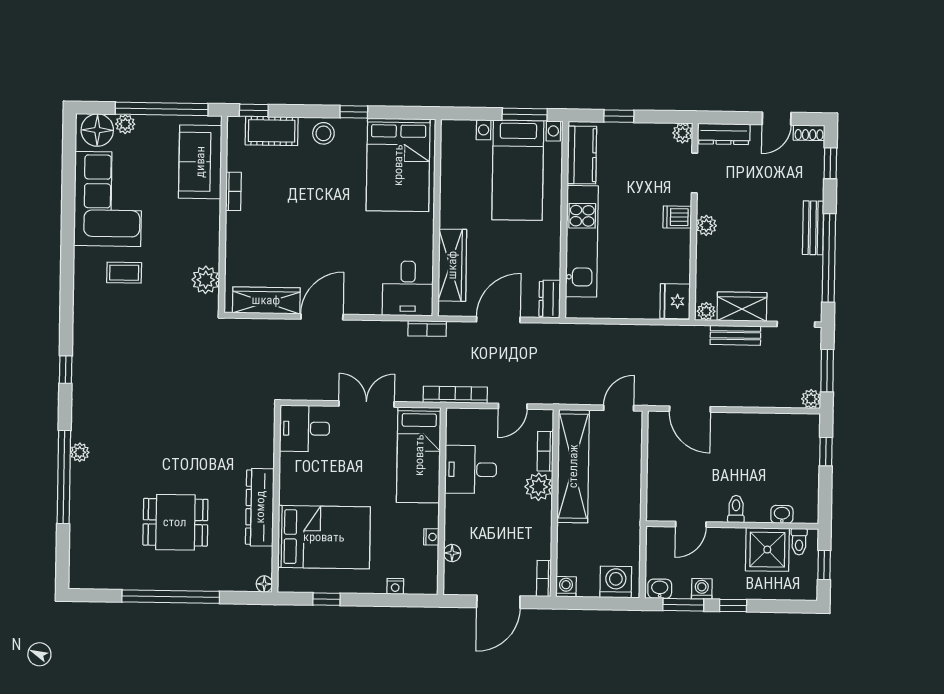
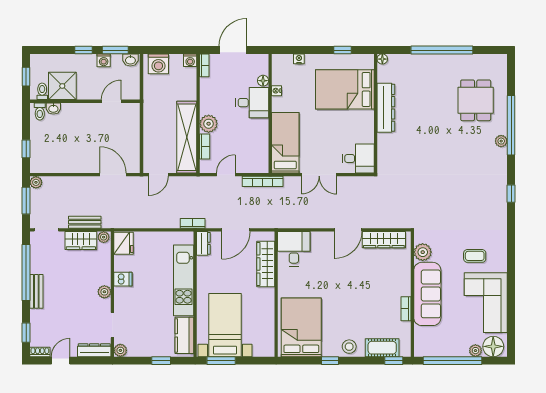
sofa: (200, 162) -> (427, 294), moved, width x1.36
dishwasher: (677, 217) -> (123, 279), moved
bookcase: (427, 329) -> (193, 223), moved
desk: (471, 470) -> (252, 103), moved
toilet: (736, 509) -> (40, 111), moved
dining table: (175, 522) -> (476, 100), moved, turned 90

